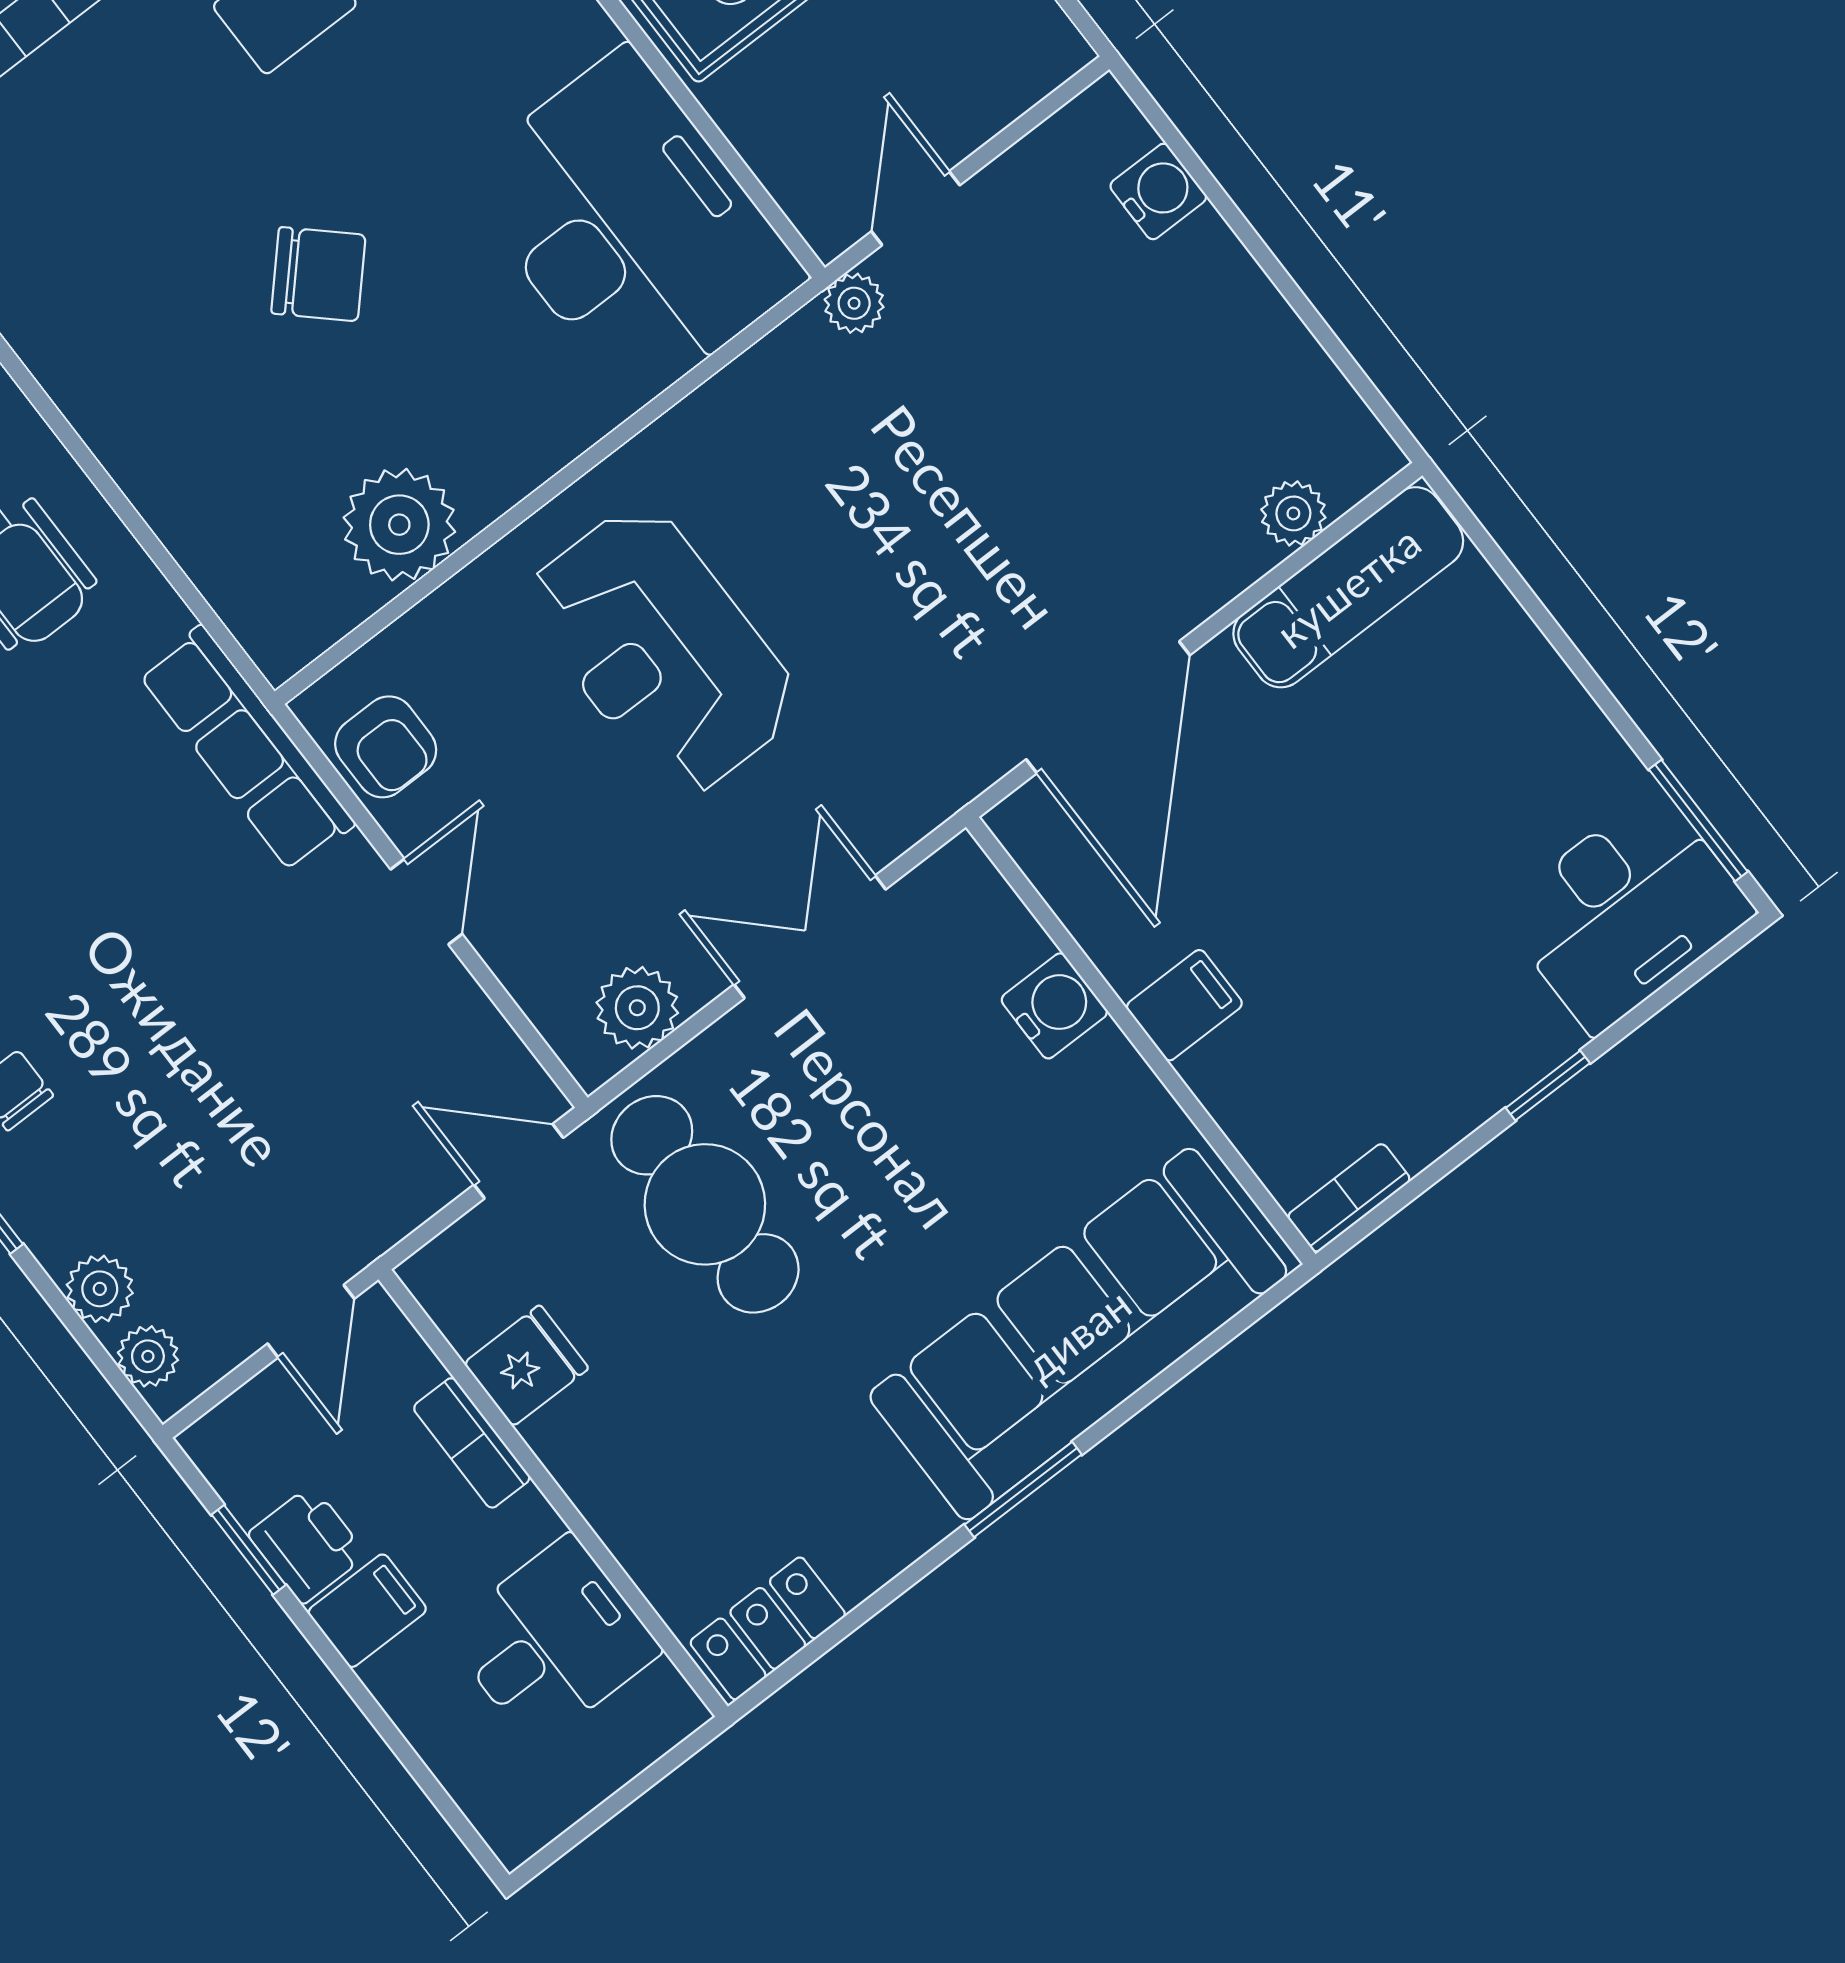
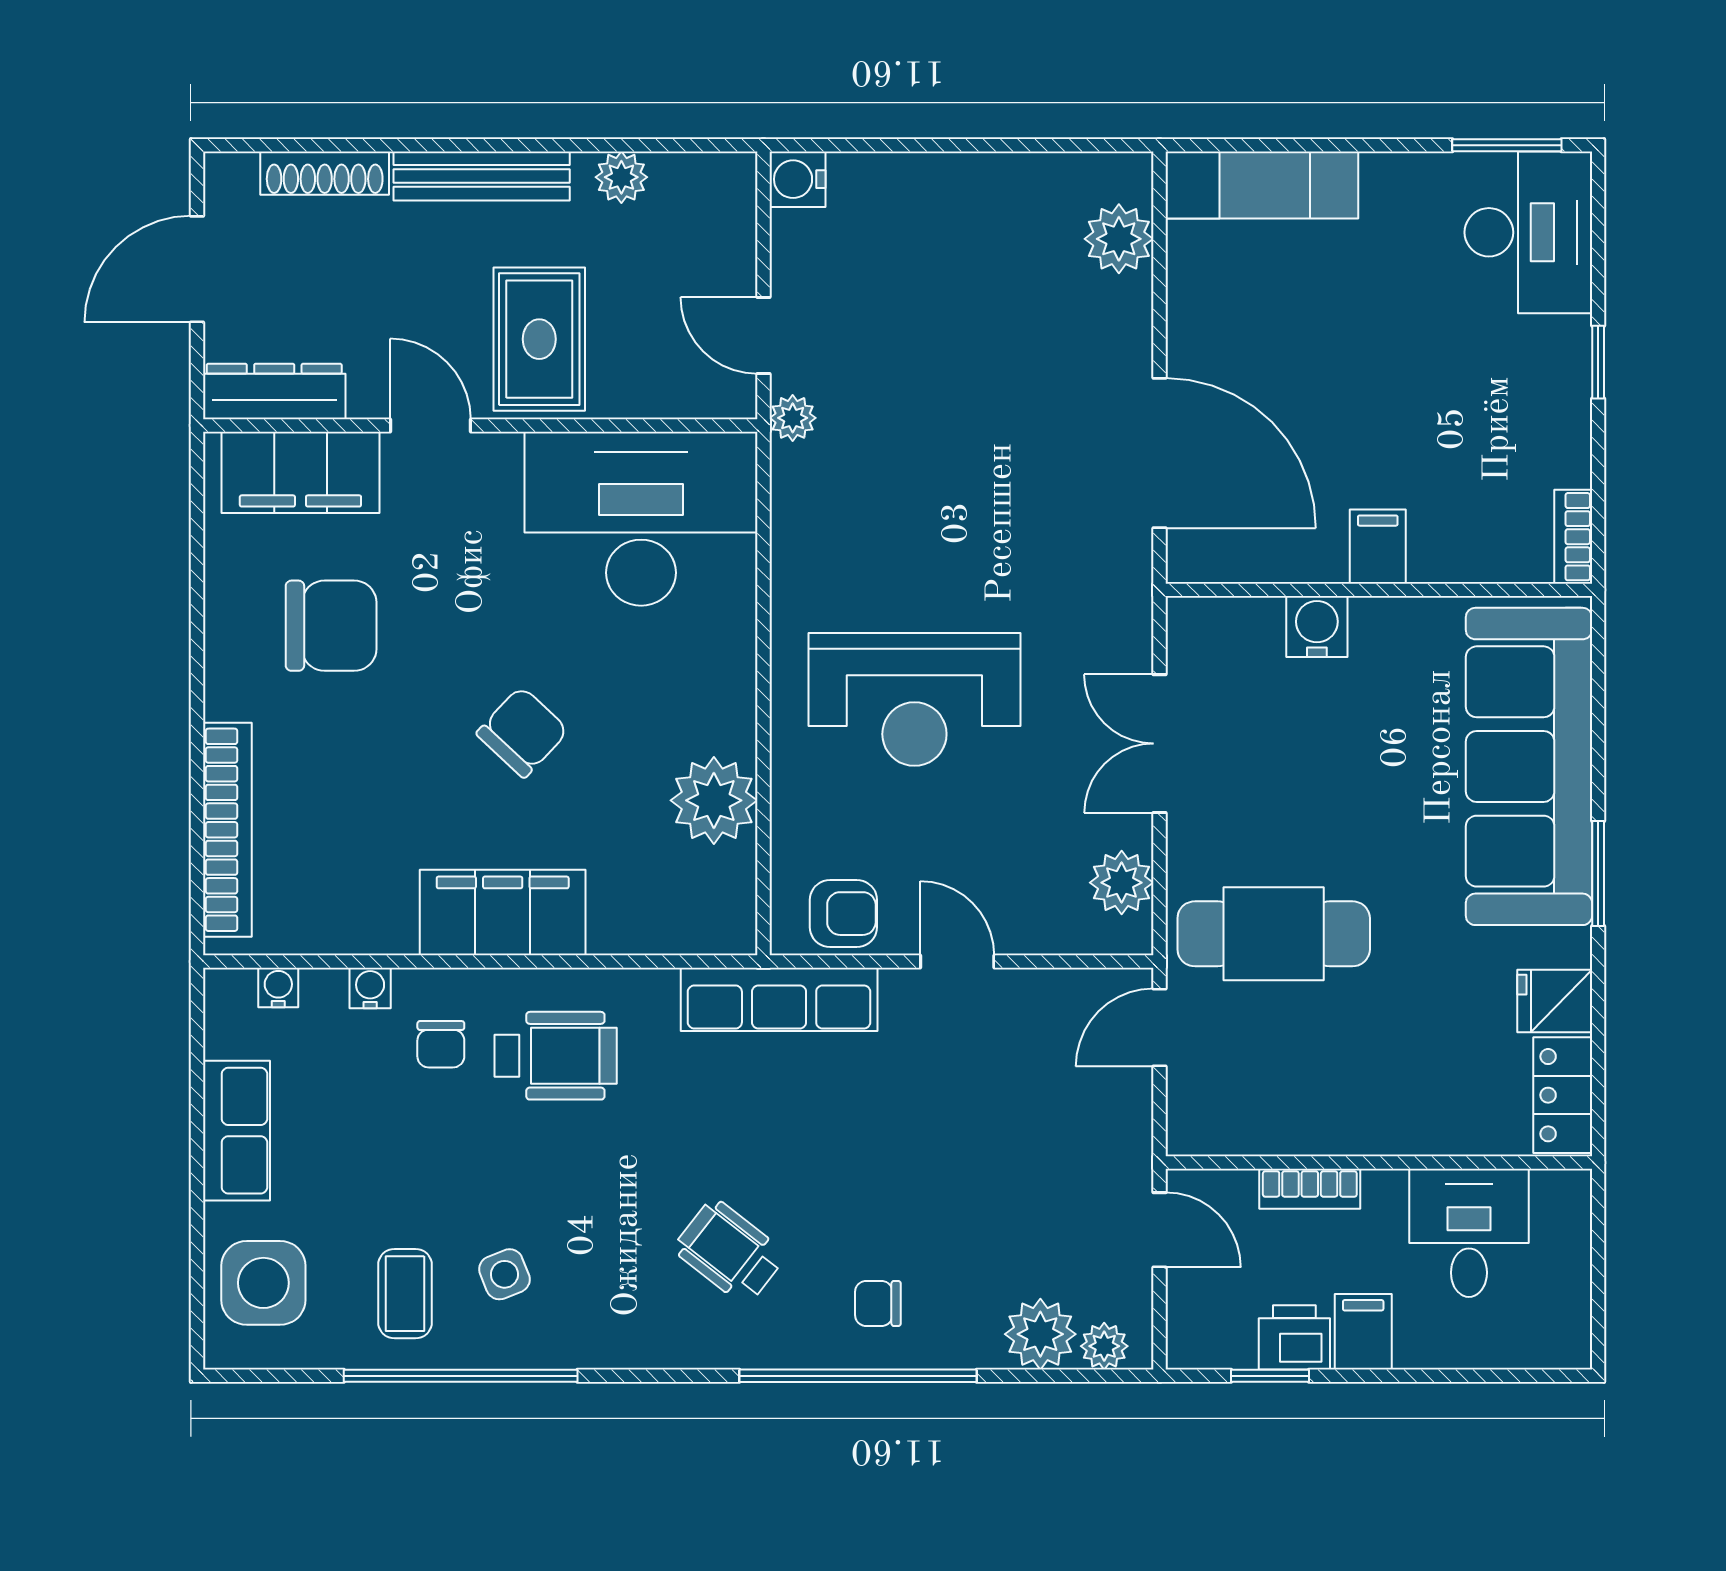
water cooler: (1158, 191) -> (797, 179), moved, turned -90
filing cabinet: (118, 396) -> (503, 913), added
plant: (1293, 513) -> (1119, 239), width x1.38, depth x1.38
exam couch: (1348, 587) -> (1262, 185), moved, turned 90
plant: (100, 1289) -> (1040, 1334), width x1.38, depth x1.38
fridge: (526, 1366) -> (1555, 1001), moved, turned -90

